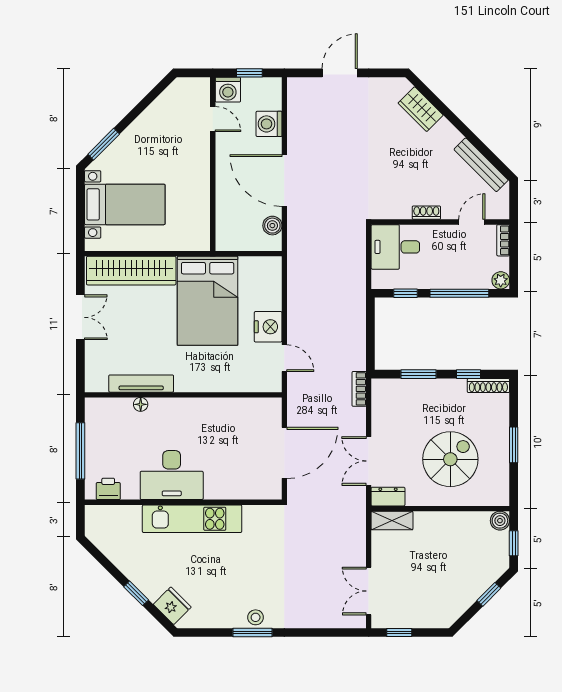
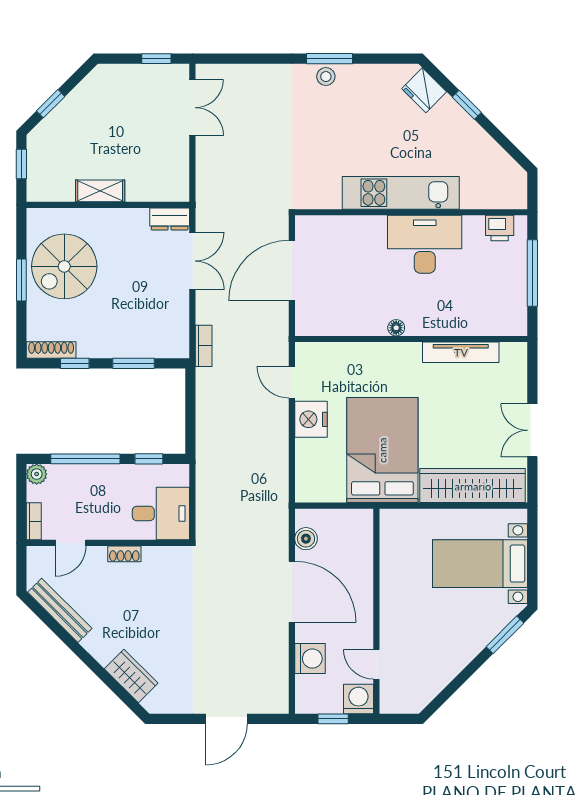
floor lamp: (141, 404) -> (396, 328), moved
spiral stairs: (450, 459) -> (64, 266), moved
shelving: (392, 520) -> (100, 191), moved
boiler: (500, 521) -> (38, 191), removed

